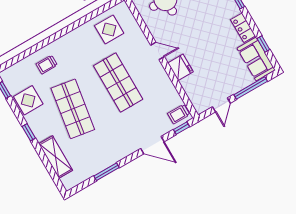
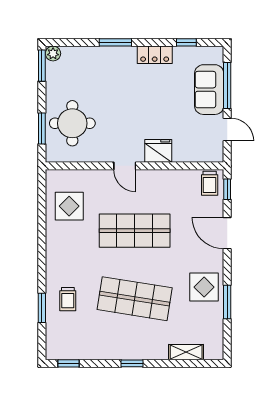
window: (31, 51) -> (42, 308), added
door: (157, 51) -> (125, 166), swing flipped
sofa: (256, 59) -> (209, 90), moved, turned 90
display table: (28, 100) -> (204, 287), moved
door: (152, 145) -> (227, 233), swing flipped
shelving: (56, 157) -> (186, 352), width x0.67, depth x0.75

